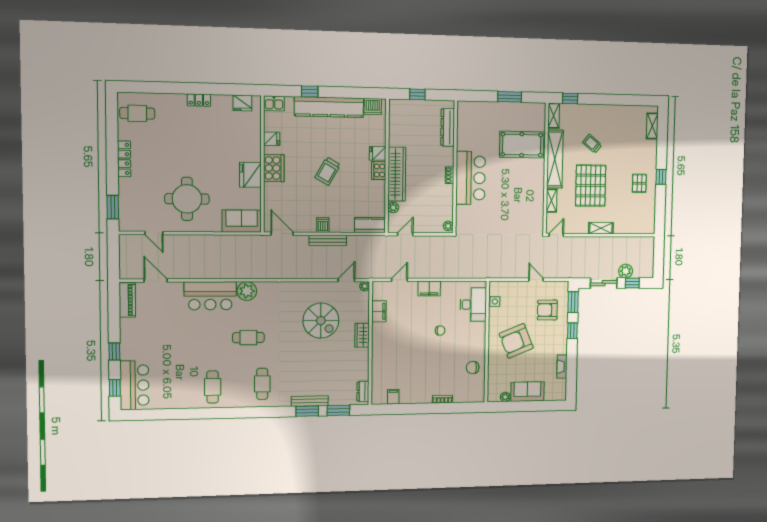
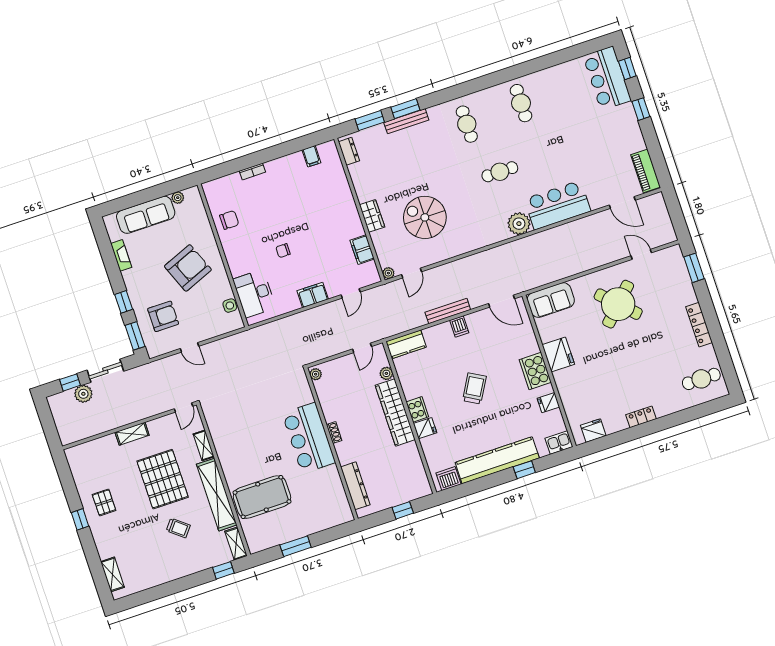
round table: (187, 199) -> (618, 304), turned 45
sofa: (527, 392) -> (146, 215), width x1.36

